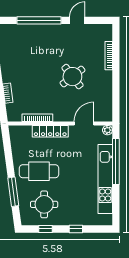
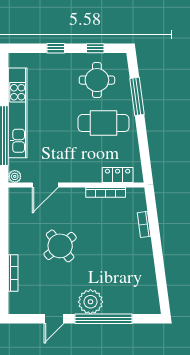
plant: (49, 33) -> (90, 302), added
locker: (50, 131) -> (118, 175), moved, width x0.66

